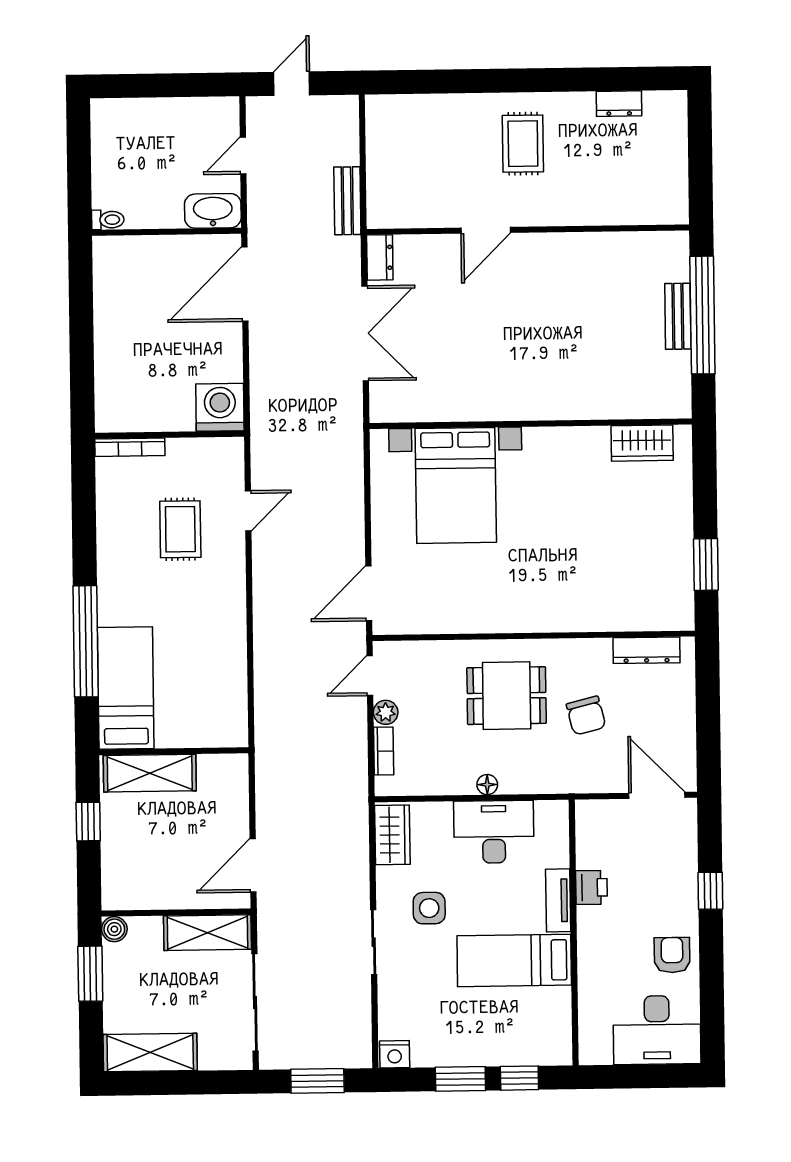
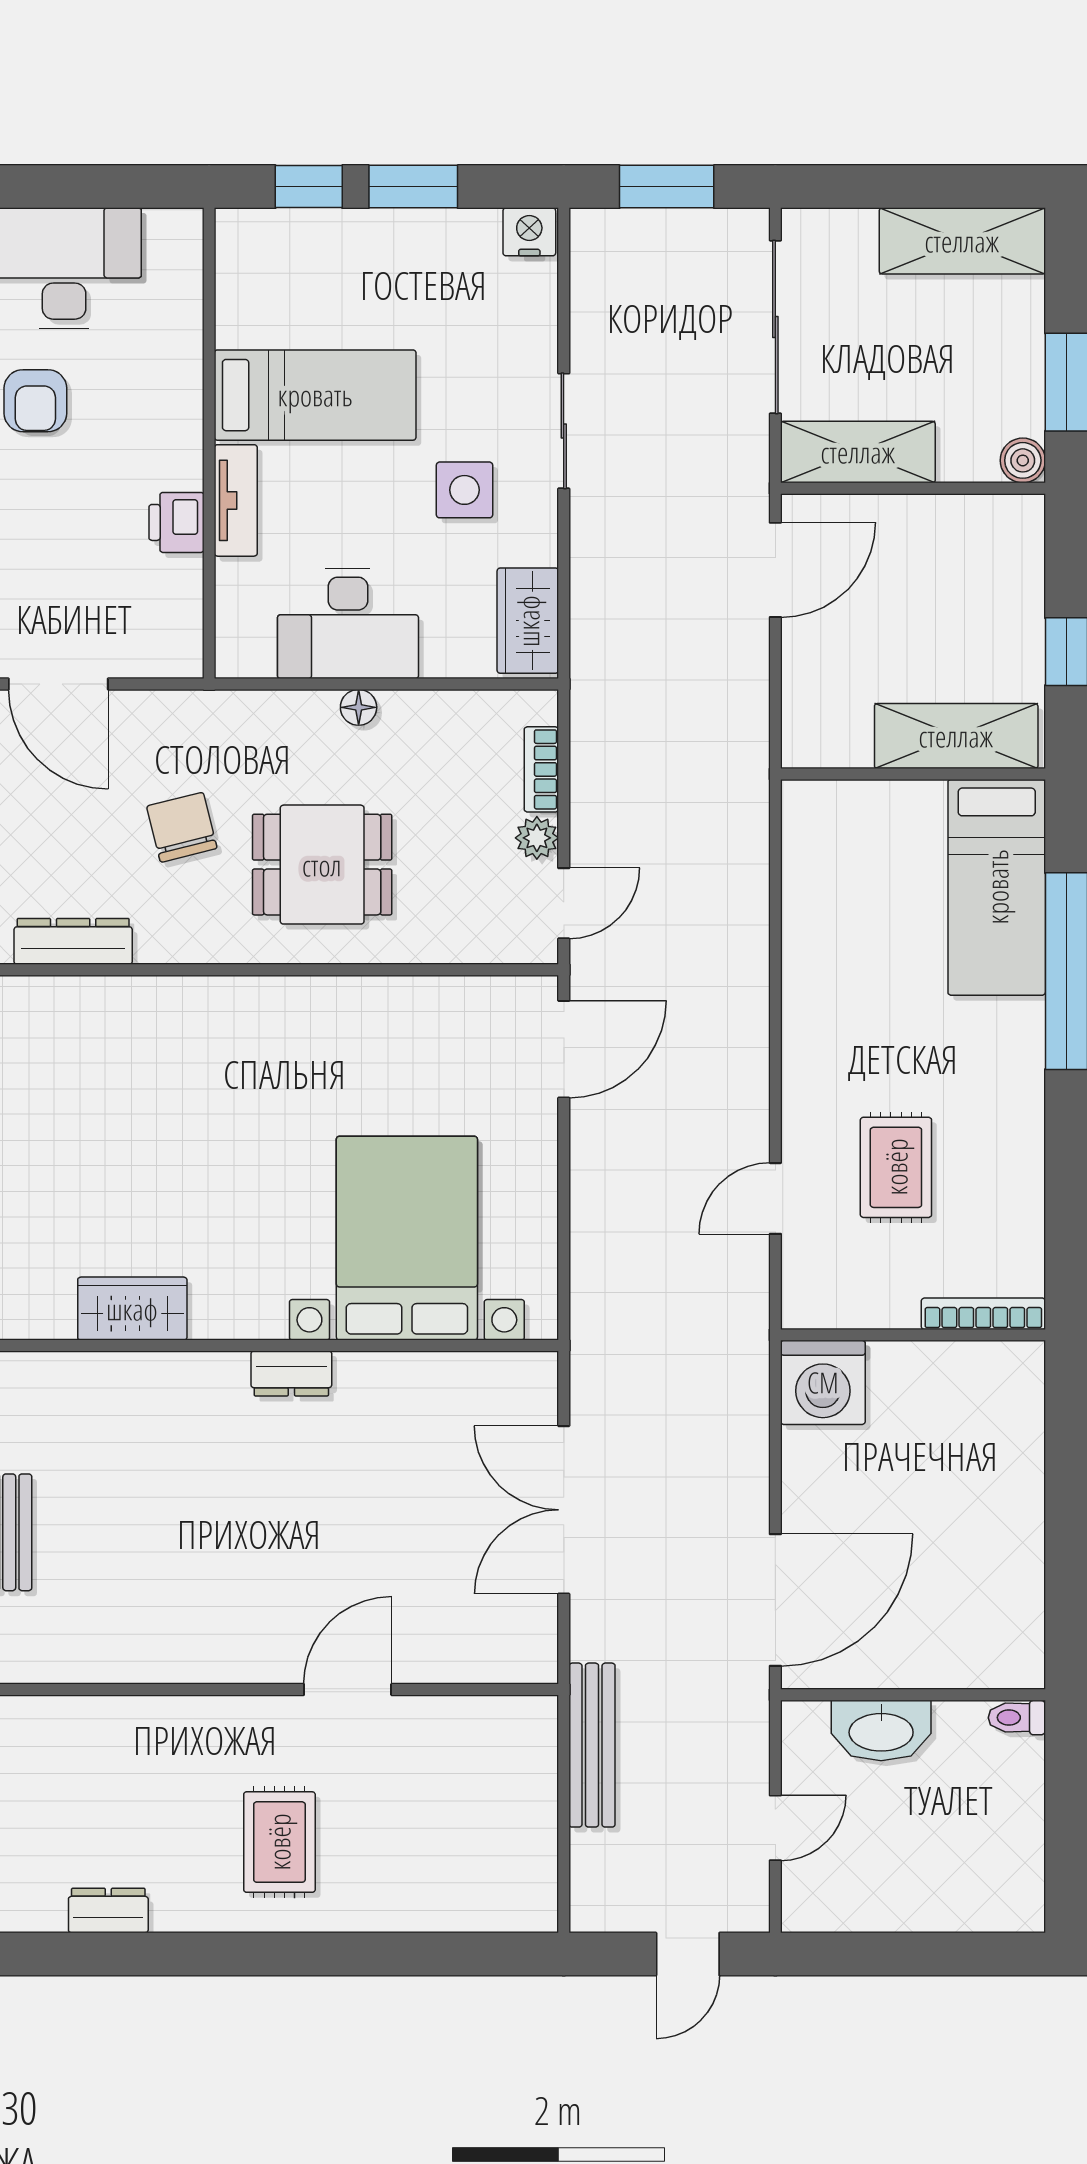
bench: (347, 201) -> (592, 1745), width x1.36
washbasin: (213, 211) -> (881, 1730), moved
dresser: (380, 257) -> (291, 1373), moved, turned -90
wardrobe: (642, 443) -> (132, 1309), moved

